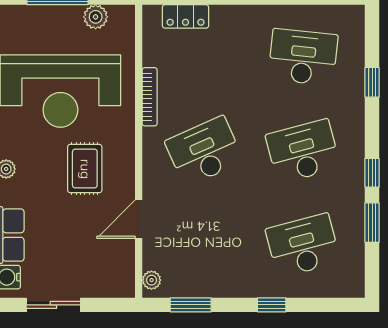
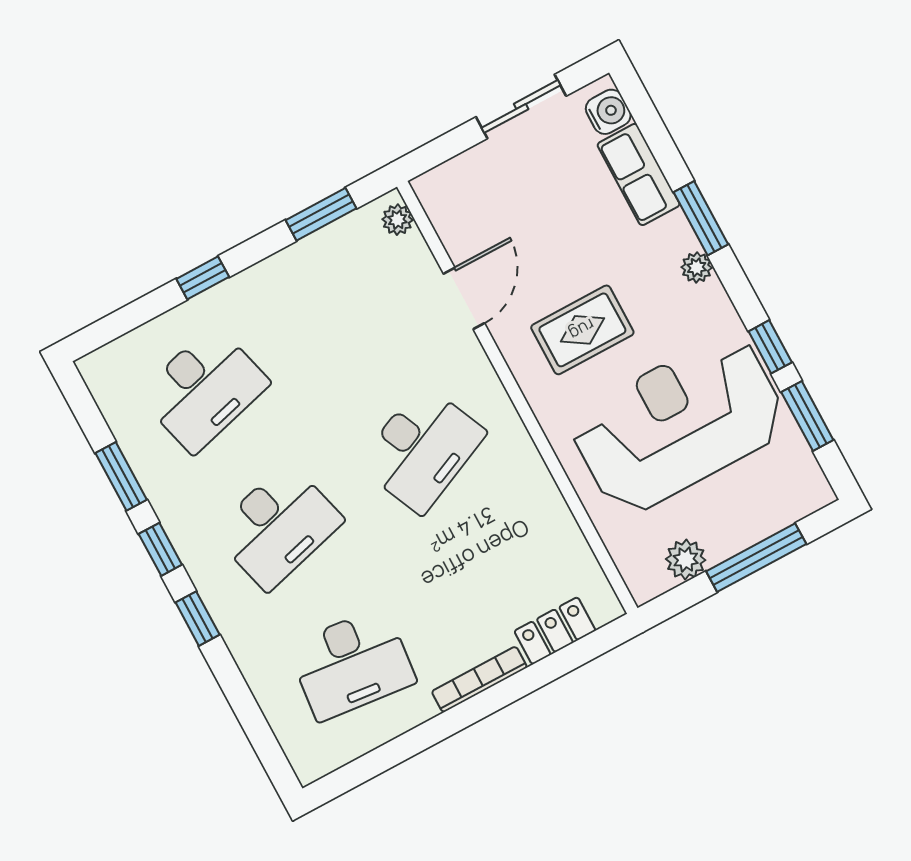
window: (372, 82) -> (198, 619), moved
bookcase: (150, 97) -> (479, 679), moved, turned 90
rug: (85, 169) -> (582, 330), turned 90

